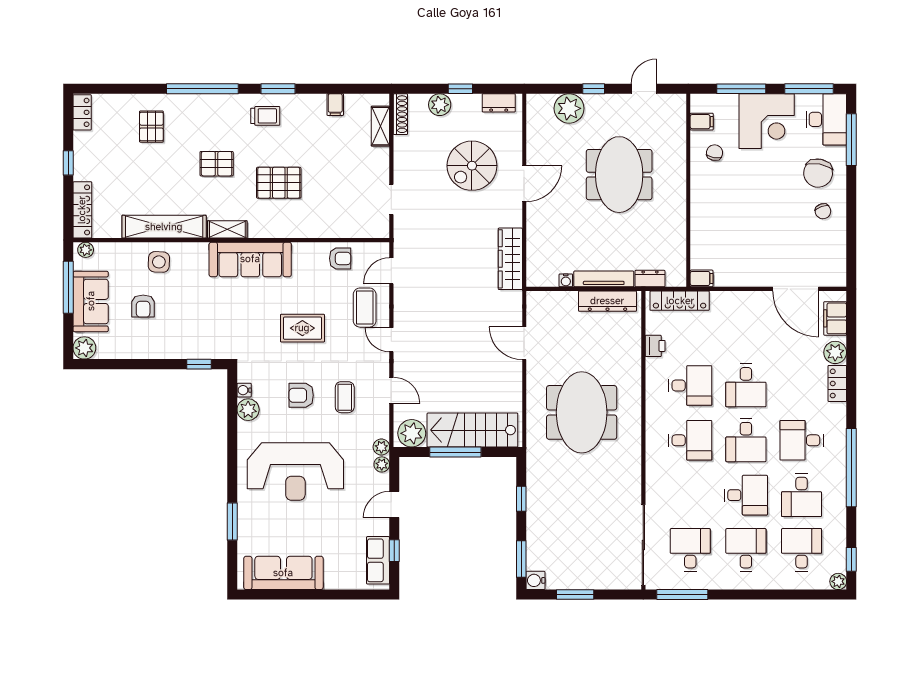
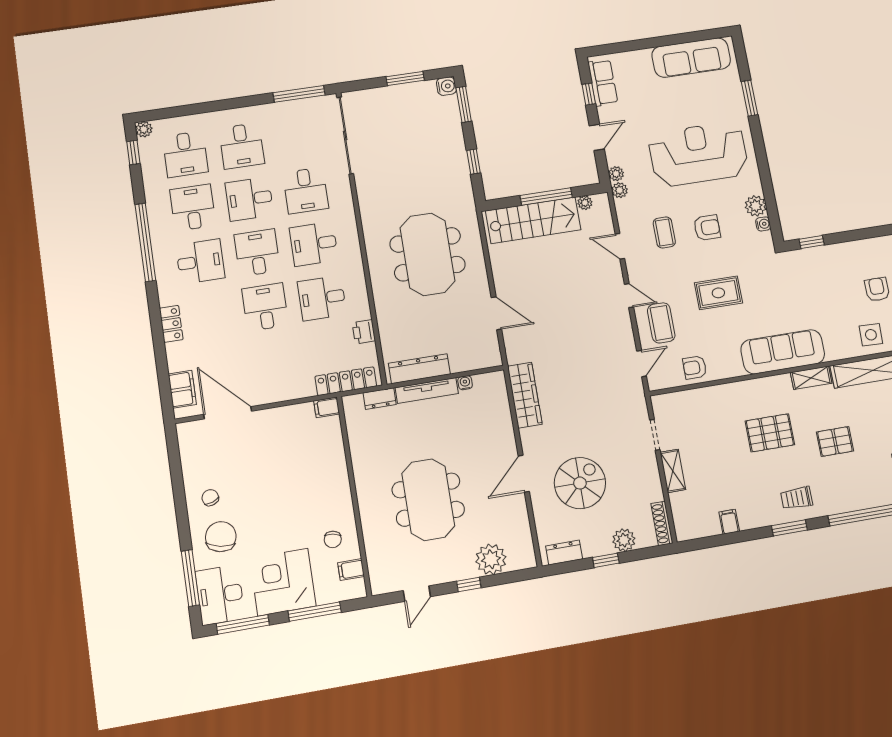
shelving: (380, 126) -> (673, 471), moved
plant: (835, 352) -> (178, 355), removed
plant: (412, 433) -> (585, 203), width x0.53, depth x0.53
desk: (690, 550) -> (306, 190), moved

